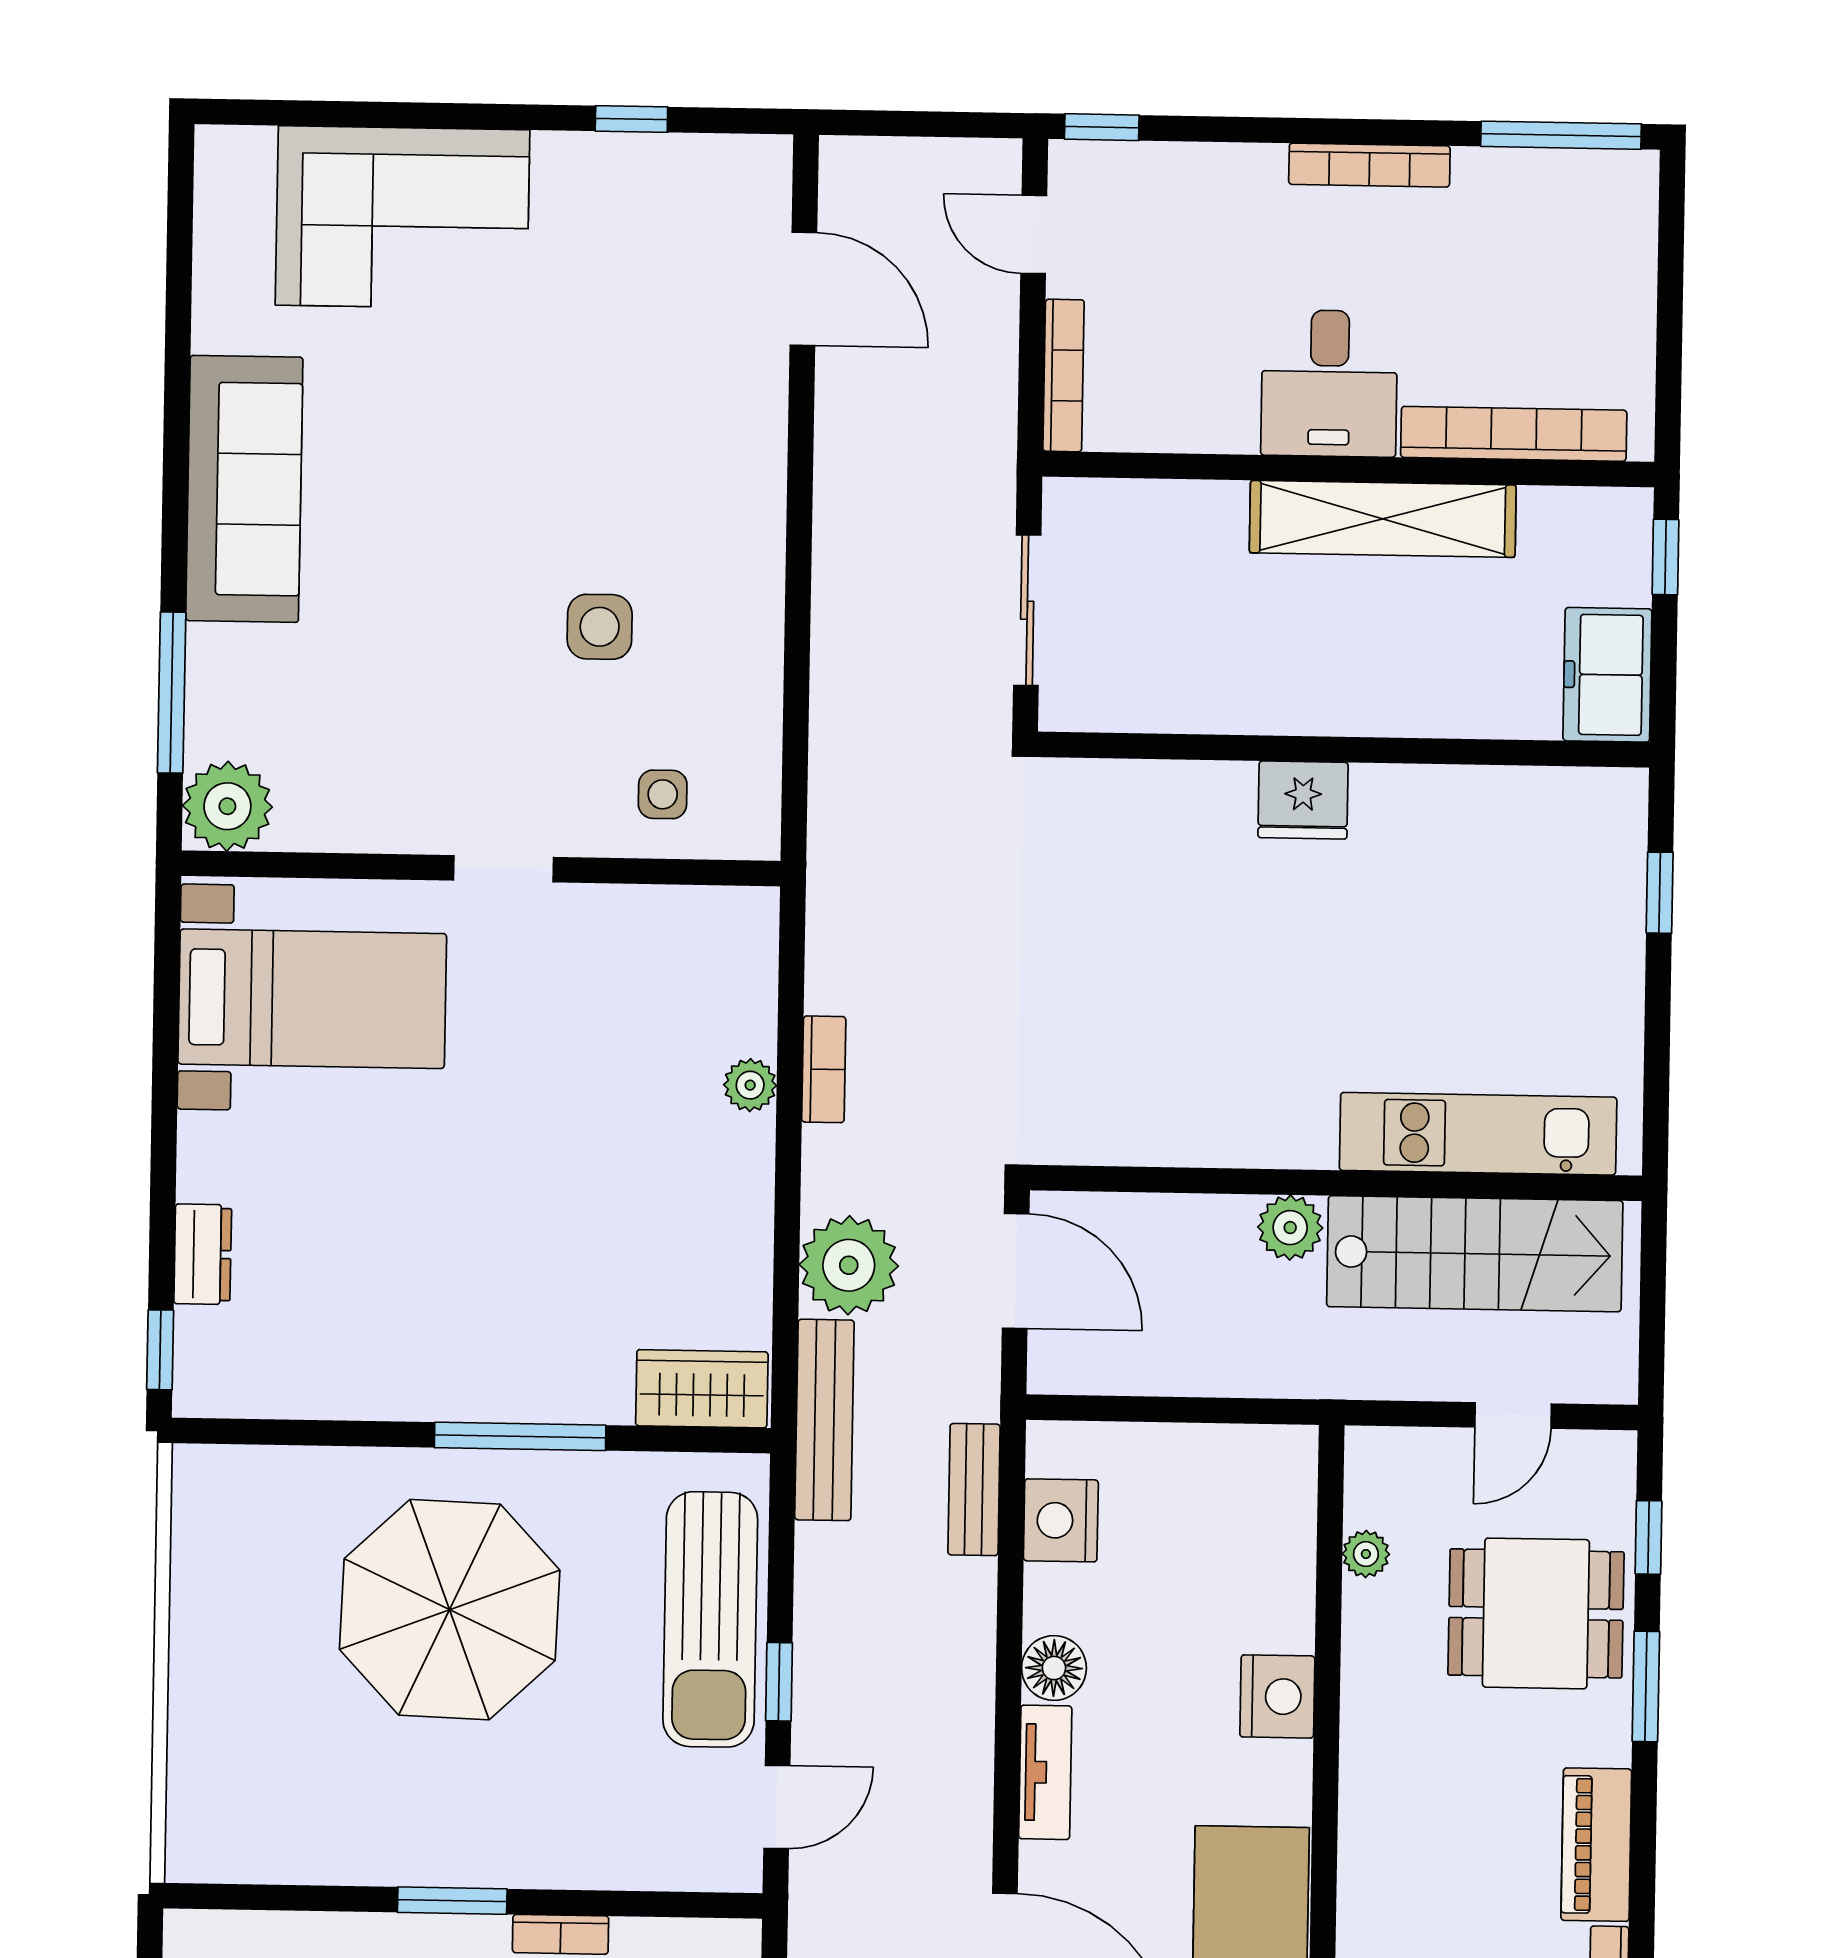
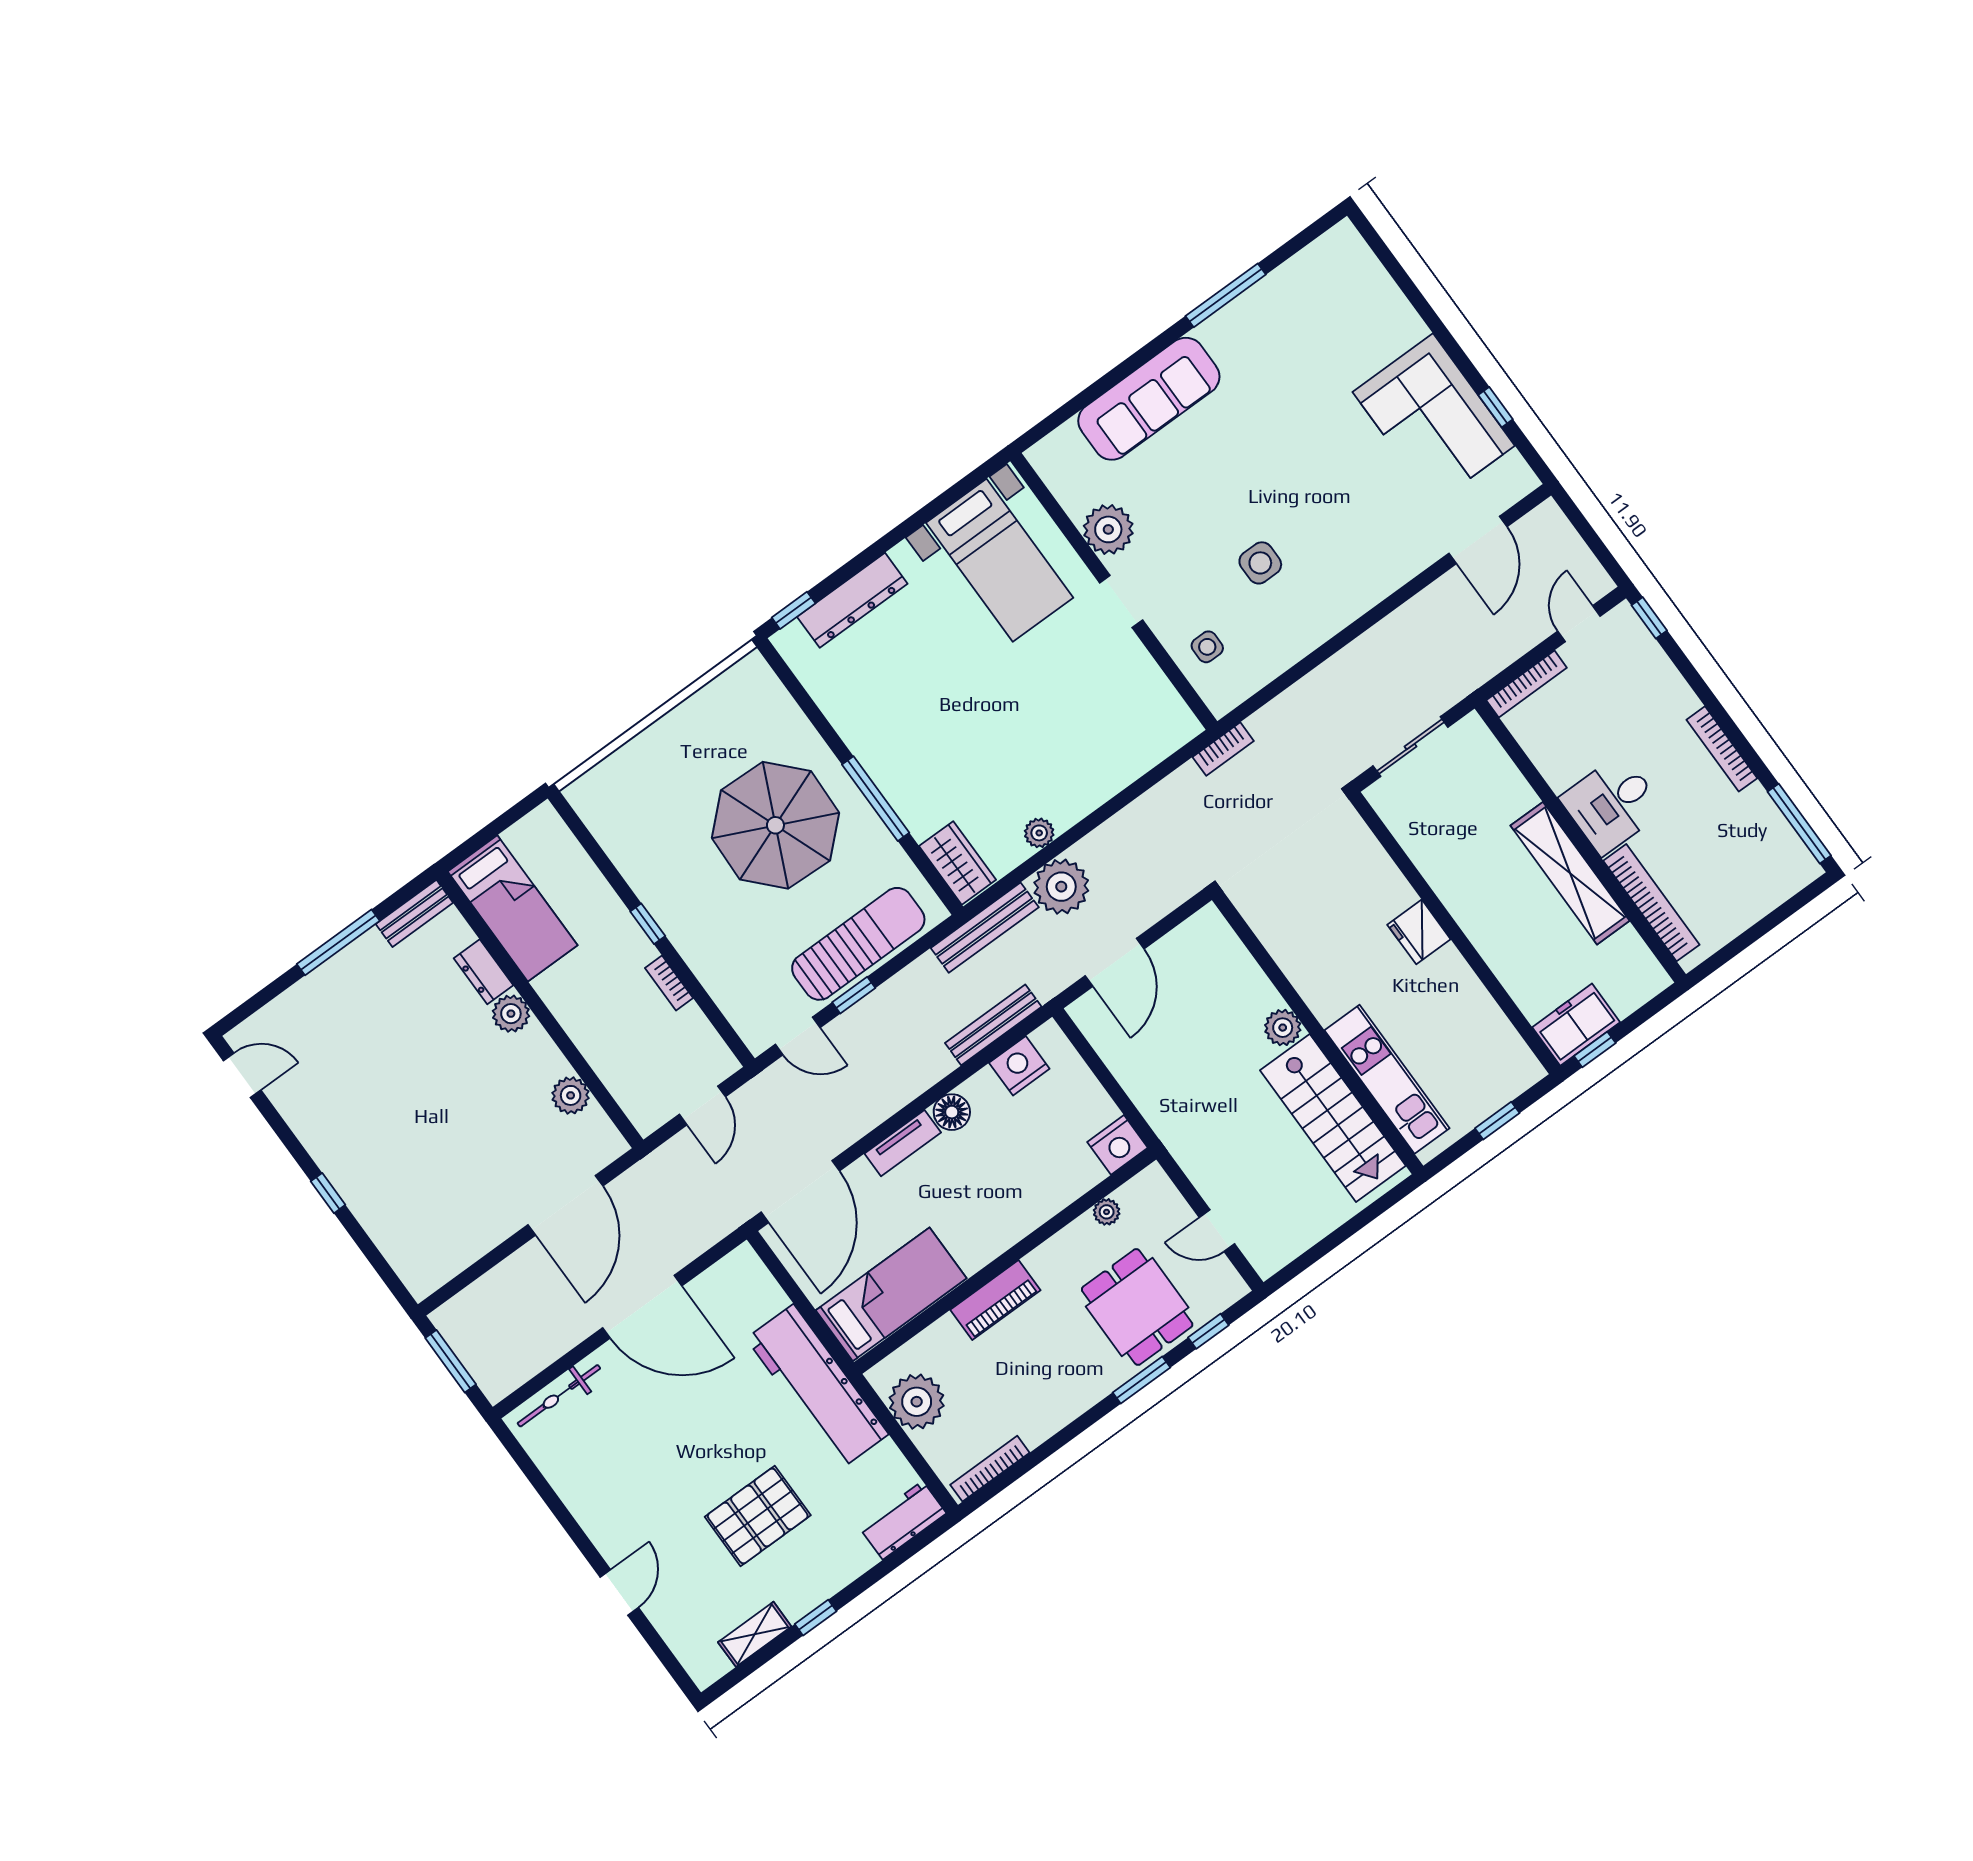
corner sofa: (403, 217) -> (1434, 419), moved
sofa: (244, 489) -> (1149, 399), moved
window: (1666, 557) -> (1595, 1049), moved
window: (172, 693) -> (1226, 295), moved
plant: (227, 806) -> (1108, 529), moved
bookcase: (824, 1069) -> (1223, 749), moved
plant: (750, 1085) -> (1039, 833), moved
kitchen unit: (1478, 1134) -> (1387, 1079), moved
wall: (1336, 1183) -> (1318, 1033), moved
plant: (1290, 1228) -> (1283, 1028), moved
dresser: (203, 1254) -> (852, 600), width x1.96, depth x1.24
stairs: (1475, 1254) -> (1333, 1118), moved
bench: (974, 1490) -> (993, 1025), width x1.36
sun lounger: (710, 1619) -> (858, 944), turned 180
nightstand: (1277, 1696) -> (1117, 1145), moved
piano: (1596, 1845) -> (995, 1300), moved, turned 180
window: (452, 1901) -> (648, 924), width x0.67

